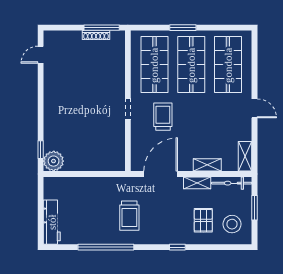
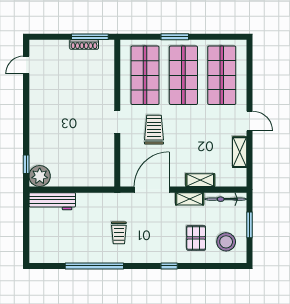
shelving: (245, 156) -> (240, 152), moved
trolley: (129, 216) -> (119, 233), width x0.73, depth x0.72
workbench: (52, 222) -> (52, 201), moved, turned 90

